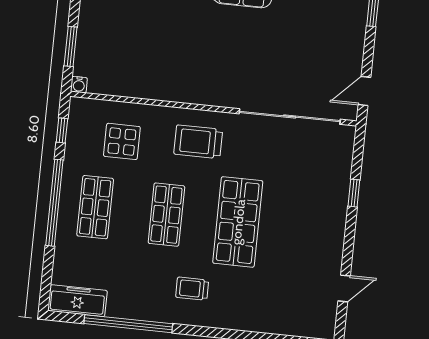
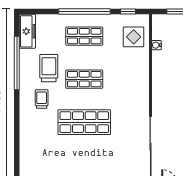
water cooler: (79, 85) -> (156, 45), moved
display table: (122, 141) -> (134, 37), moved
trolley: (198, 142) -> (49, 68), moved

